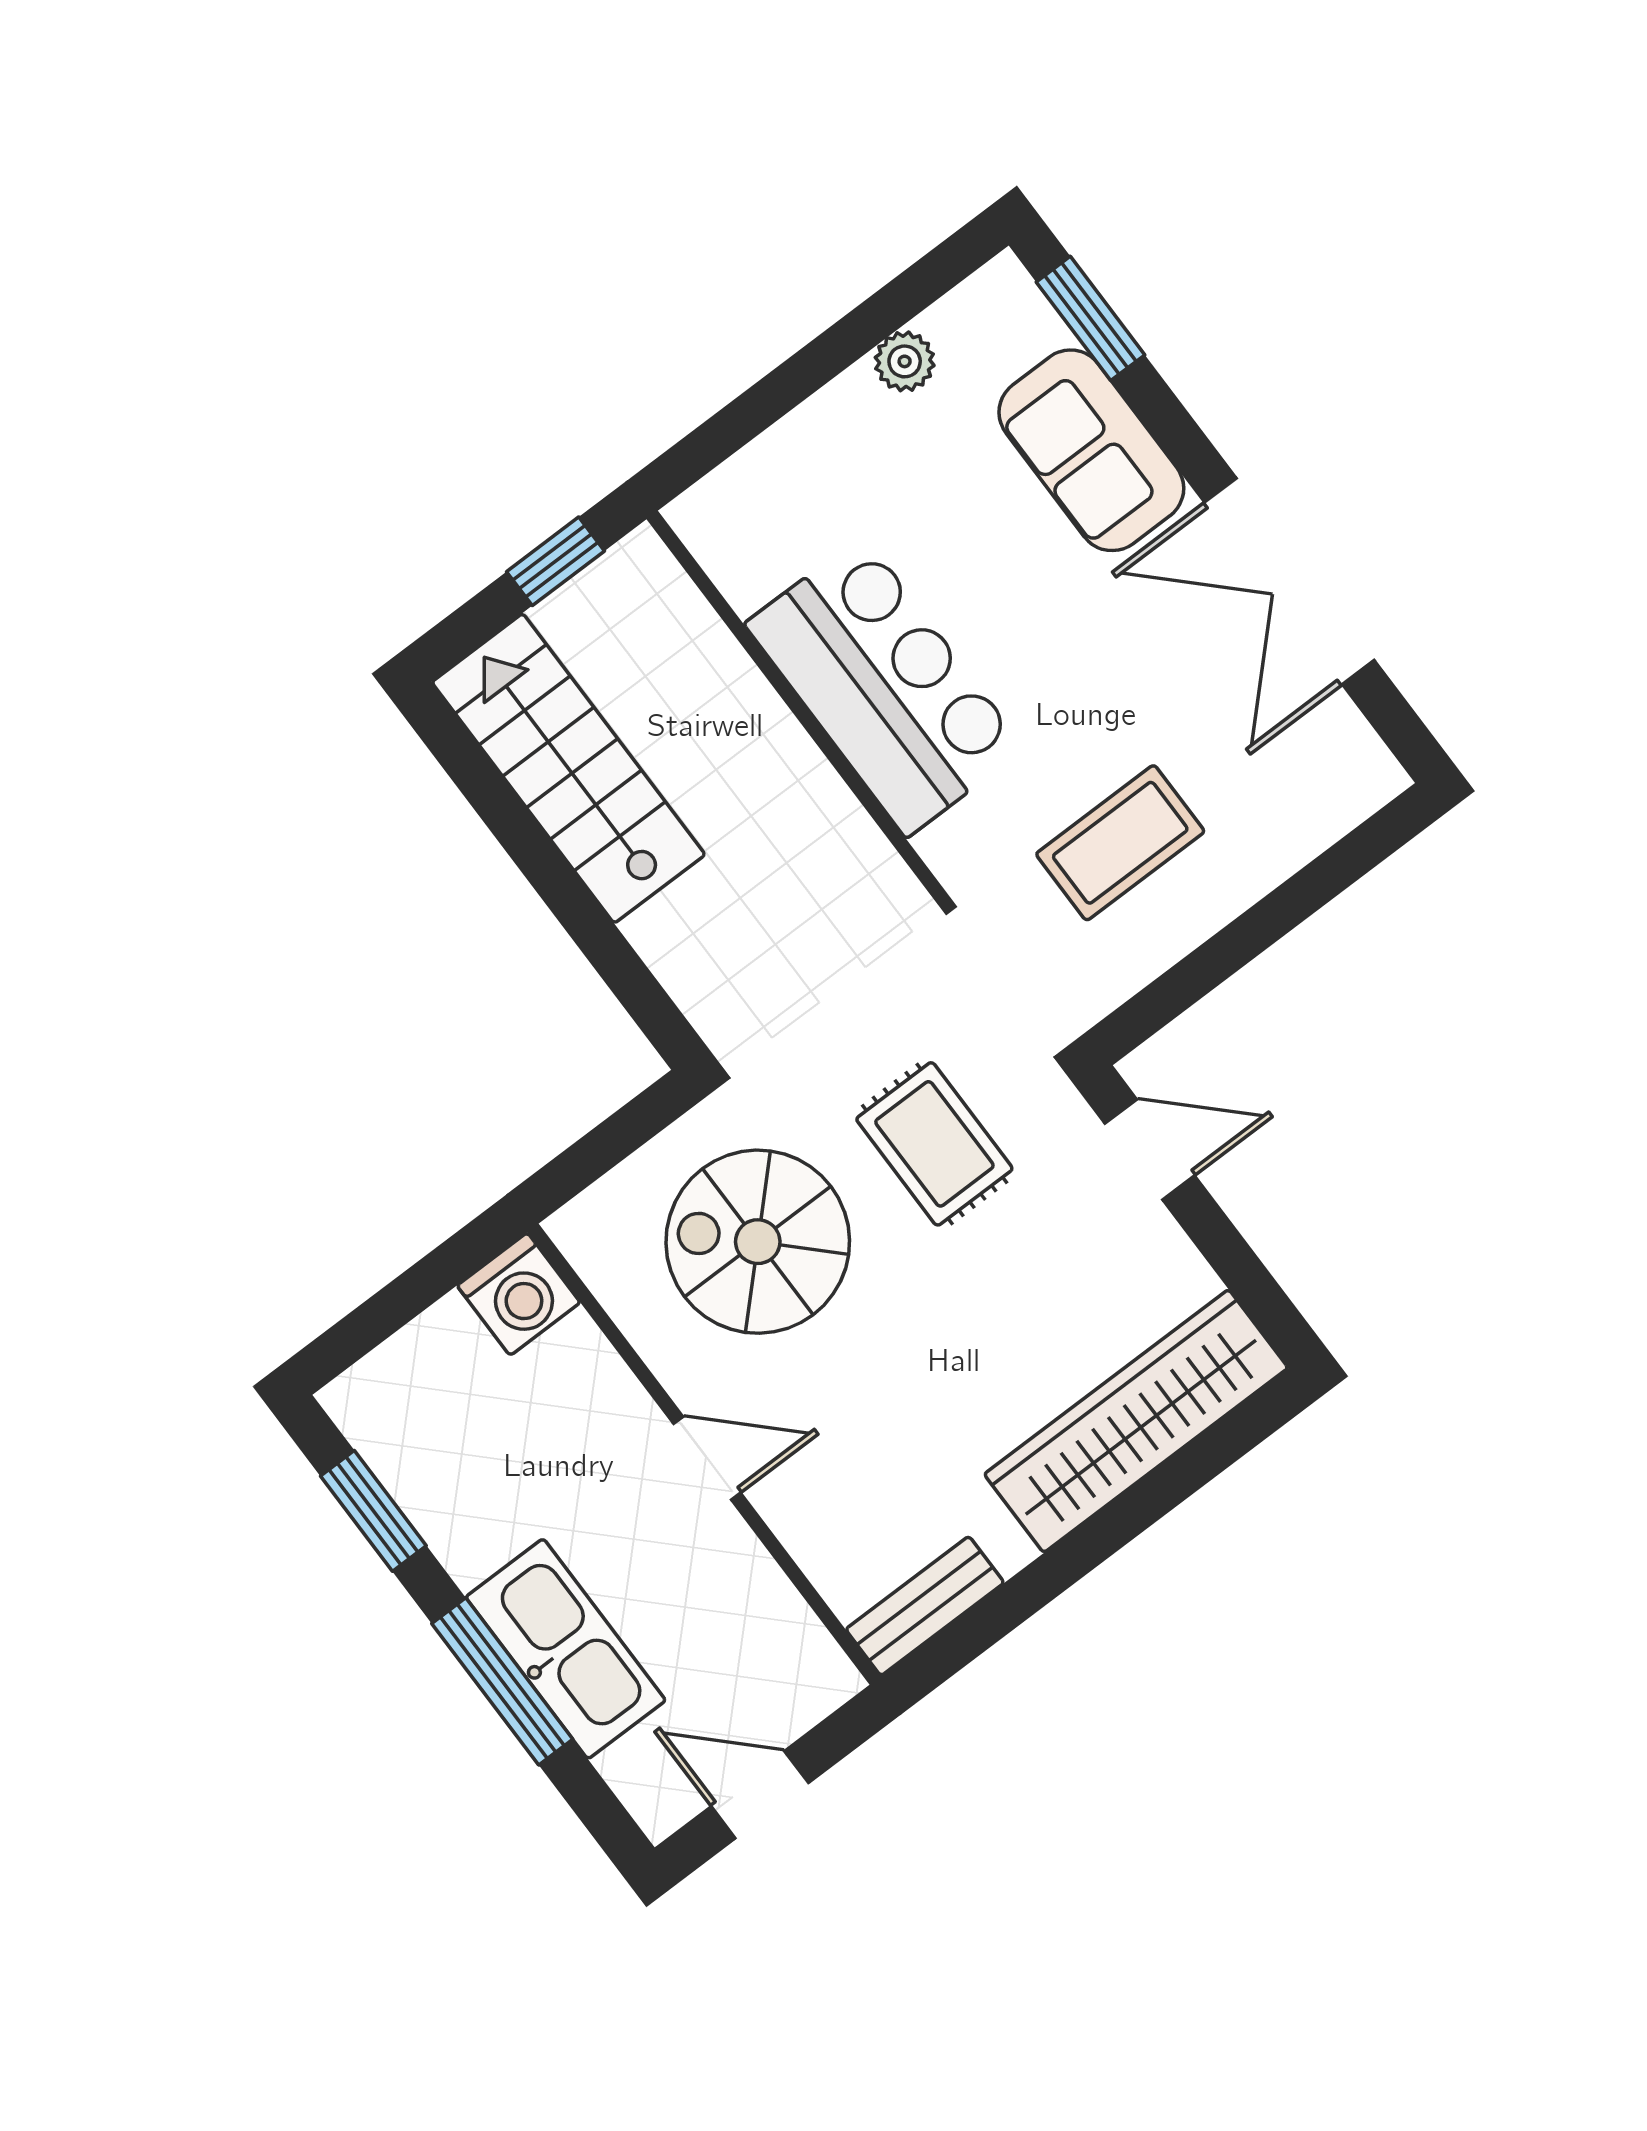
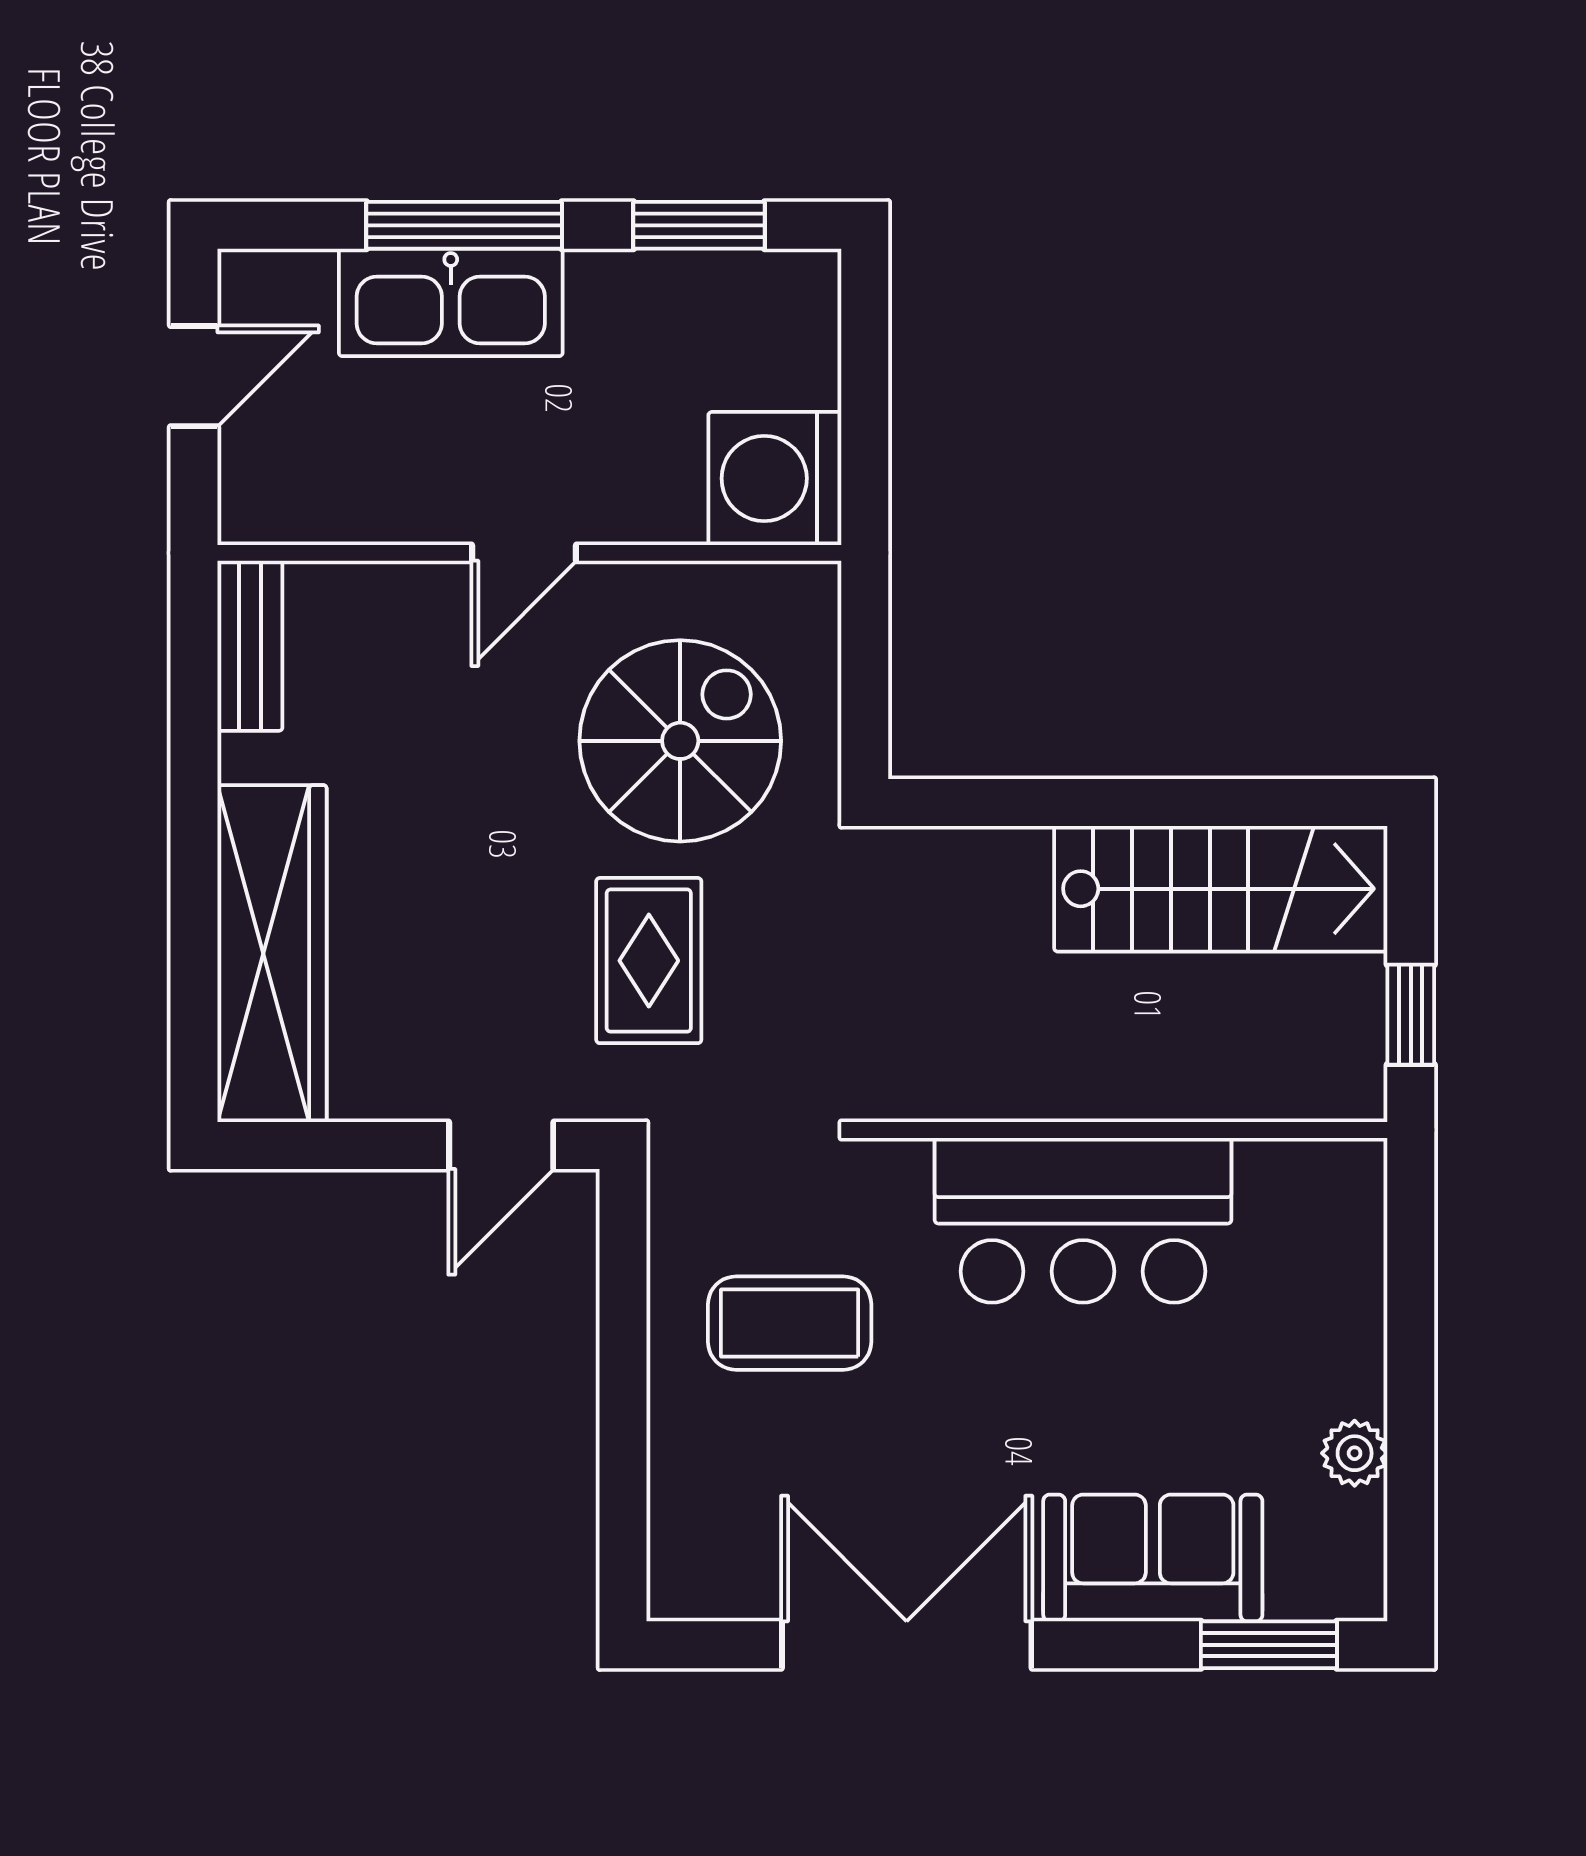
coffee table: (1120, 843) -> (790, 1323), turned 90
rug: (934, 1144) -> (649, 961), turned 90
washing machine: (519, 1294) -> (775, 478), width x1.37, depth x1.37

